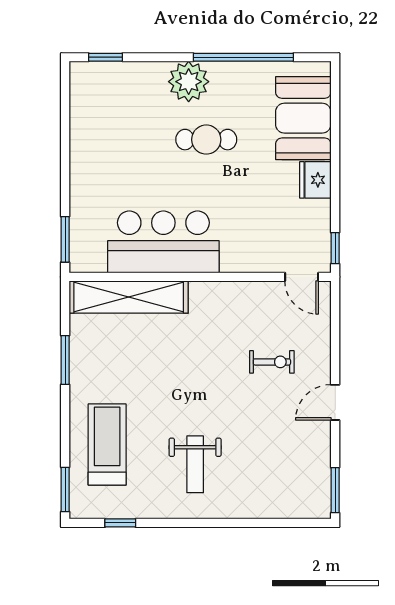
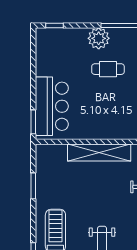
bar counter: (163, 242) -> (52, 106), moved, turned 90
shelving: (129, 297) -> (99, 152), moved

